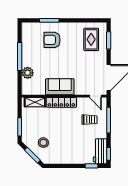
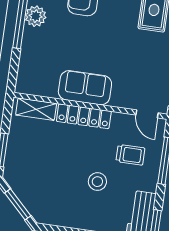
plant: (28, 73) -> (36, 16), moved
stool: (43, 143) -> (97, 182), moved

